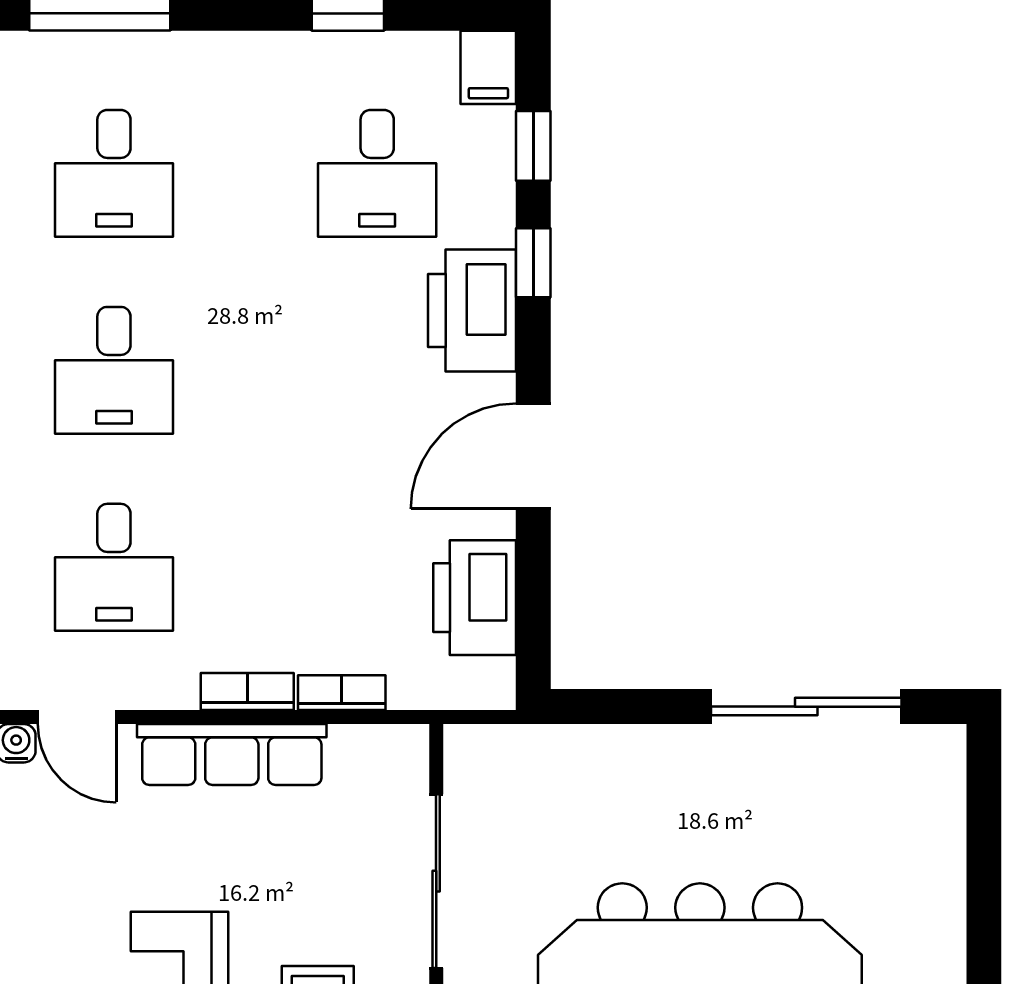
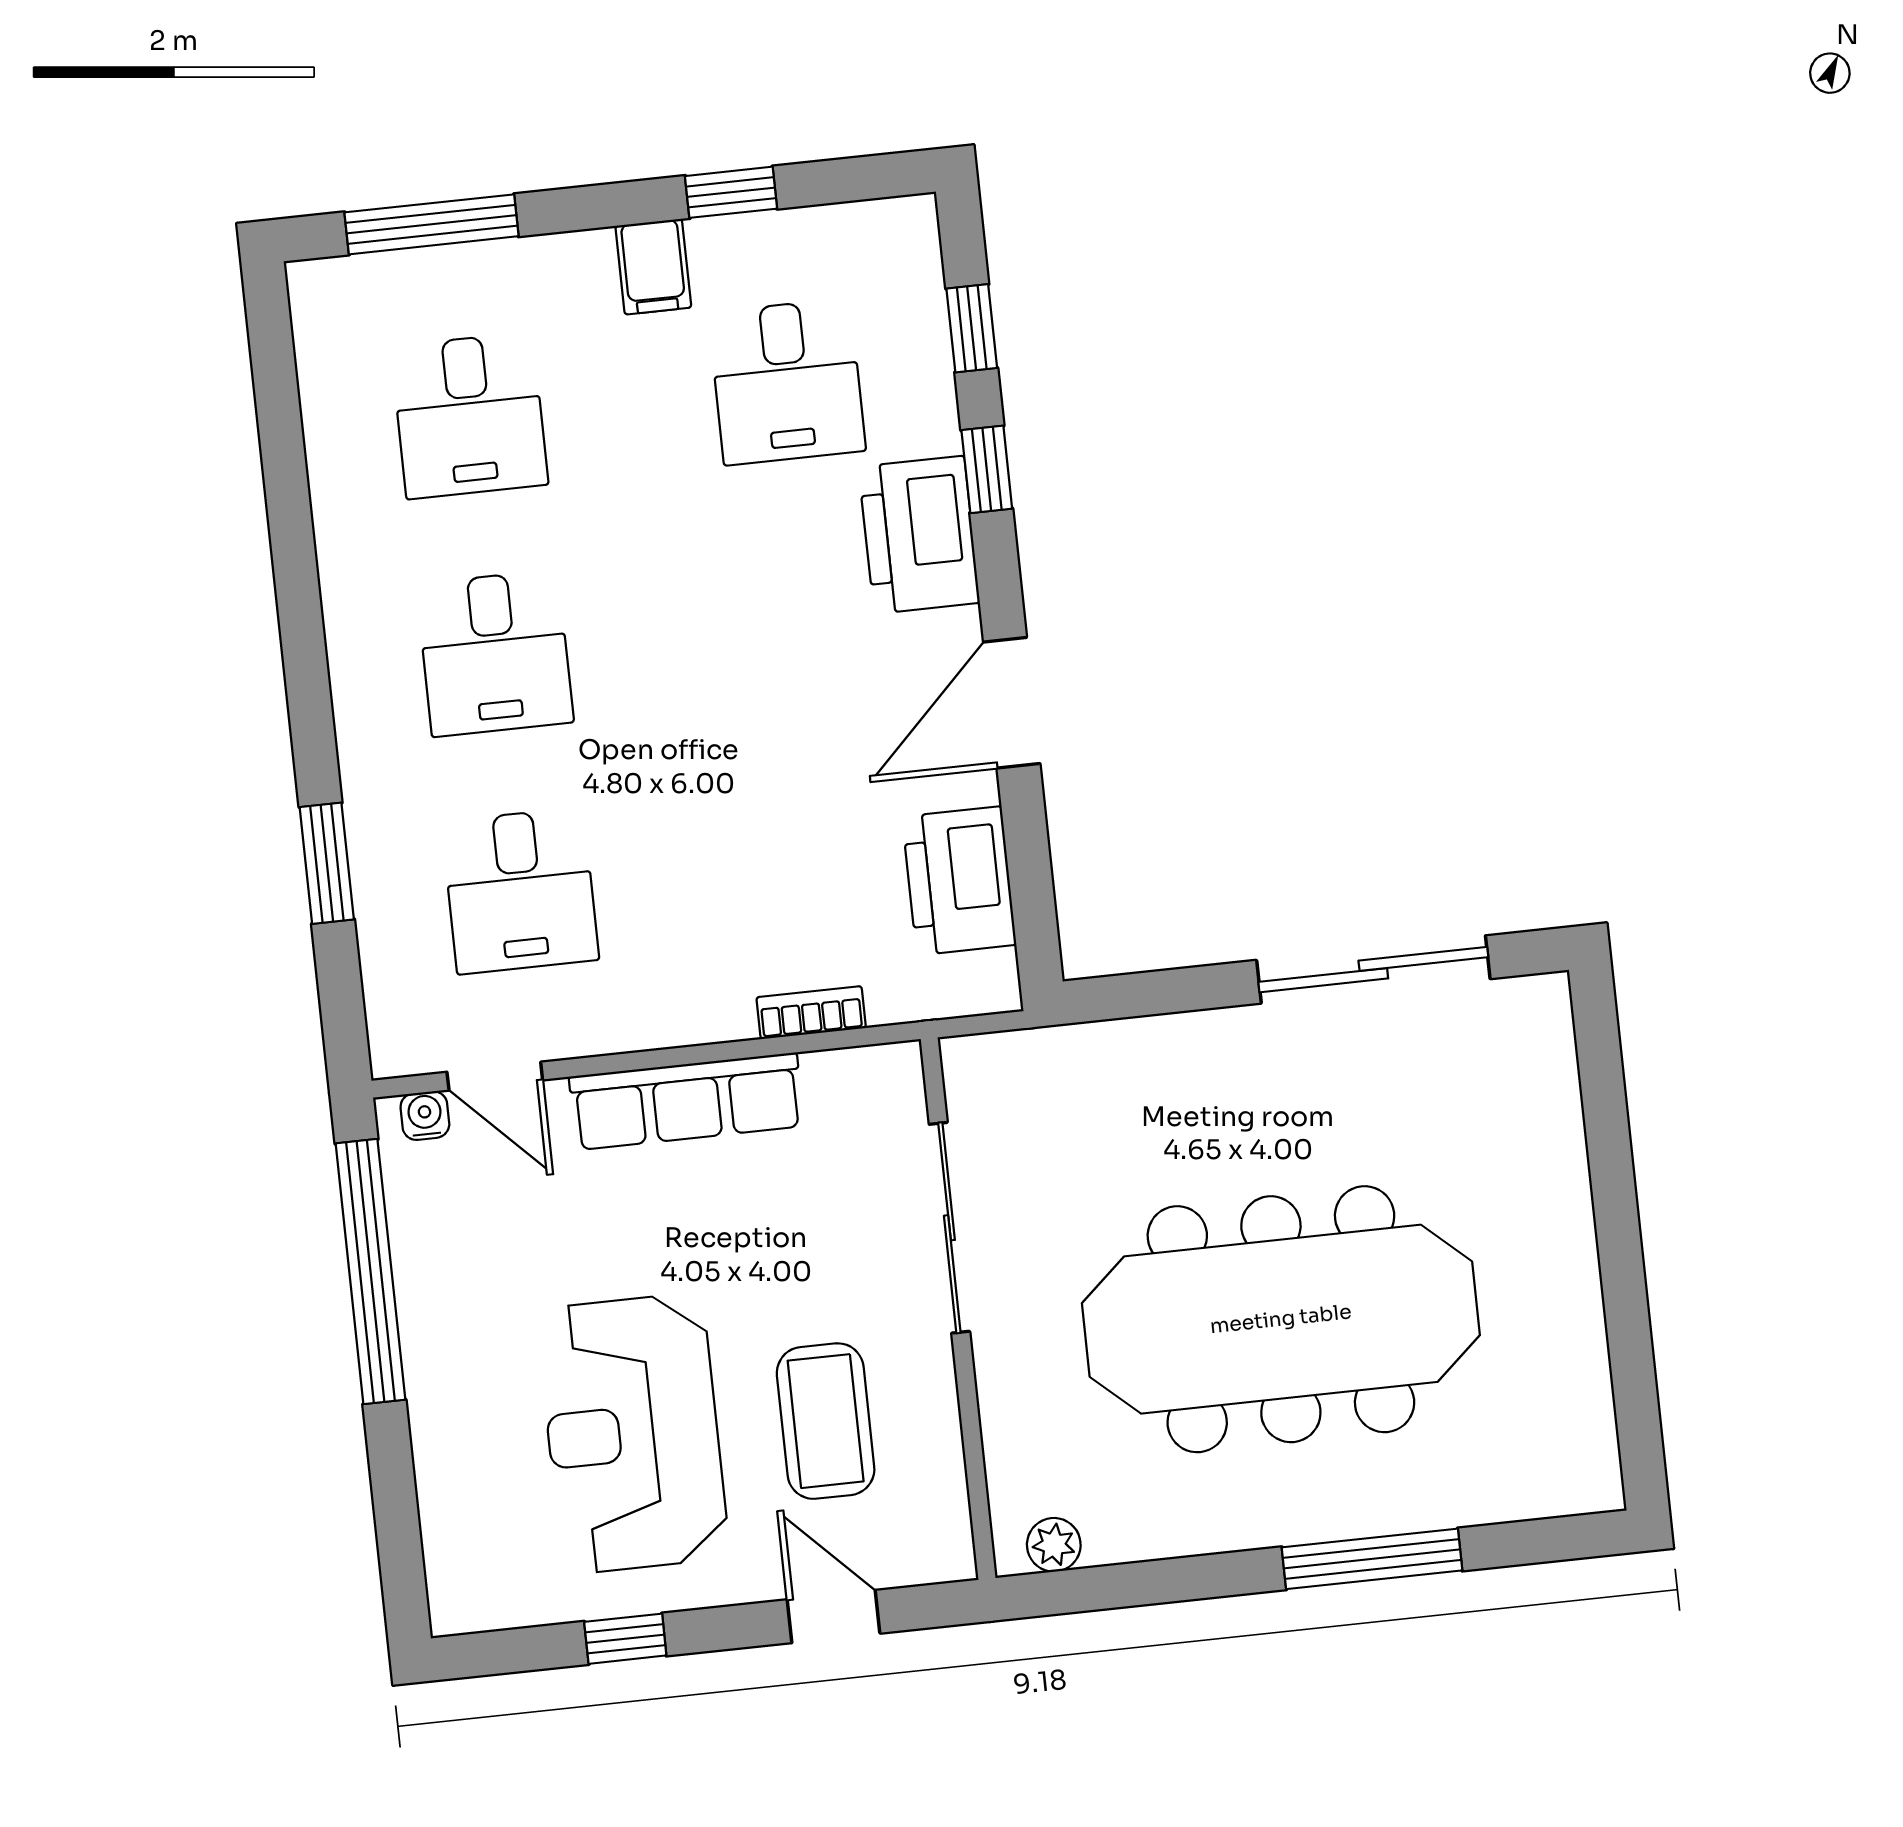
filing cabinet: (488, 67) -> (653, 267), moved
bookcase: (247, 692) -> (697, 1023), removed

